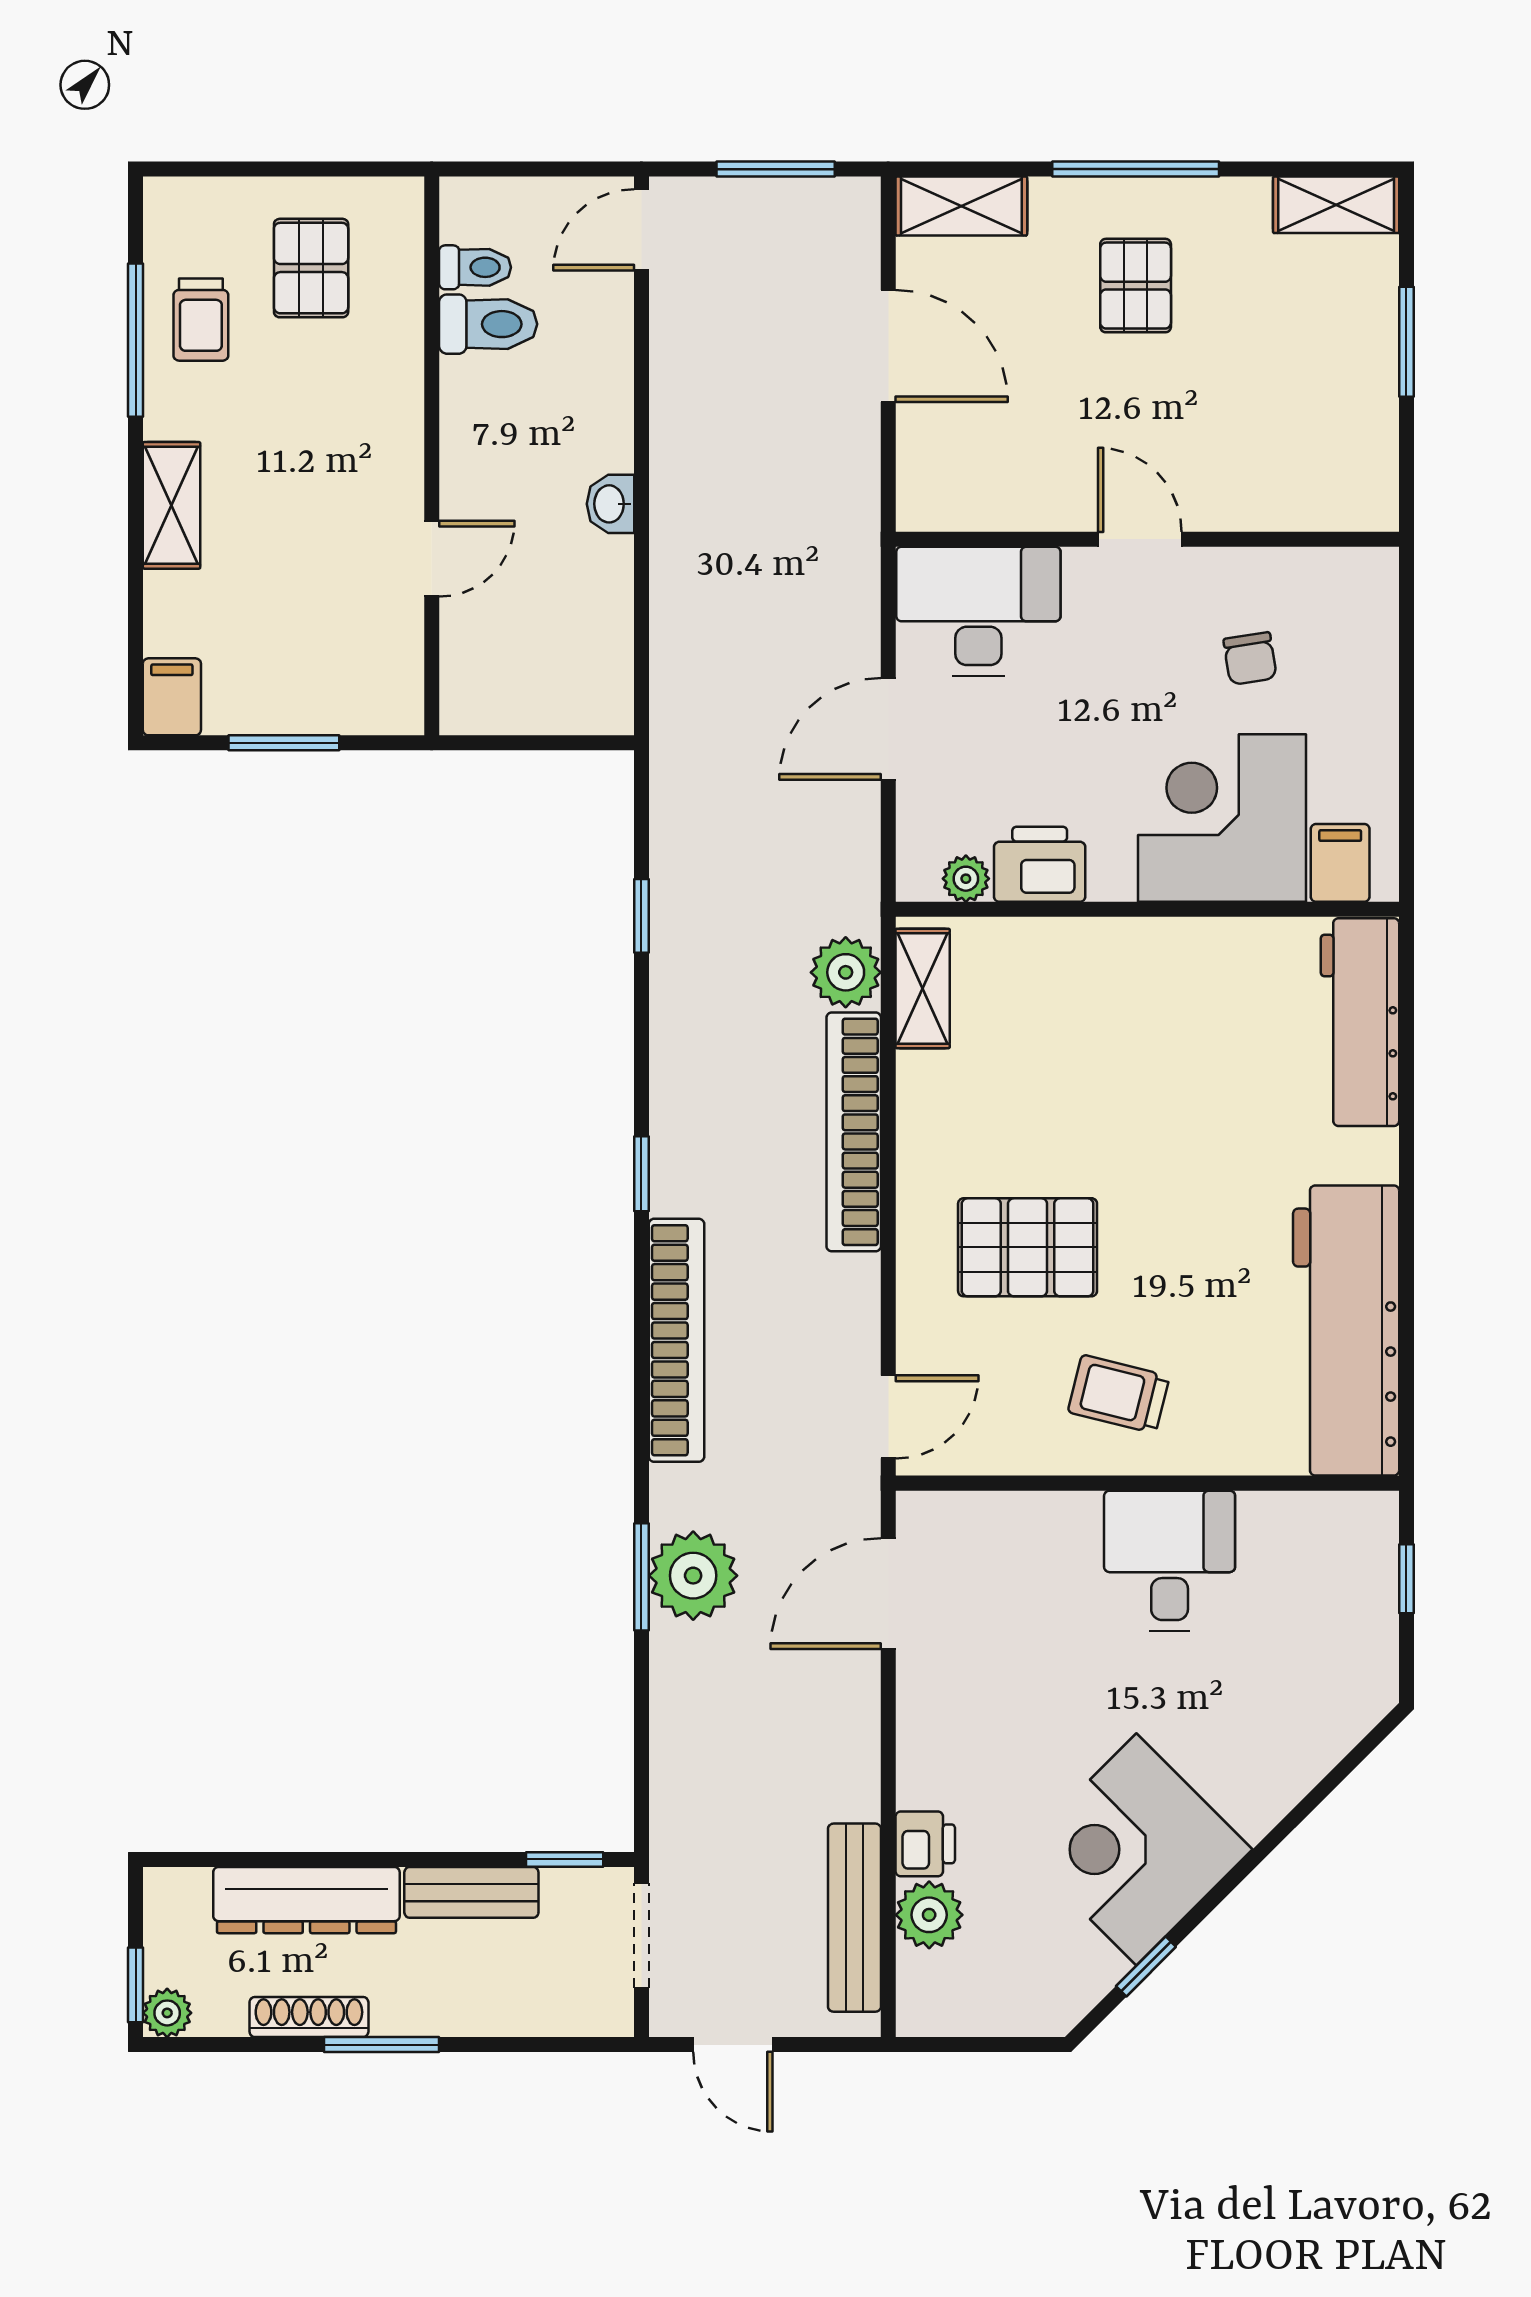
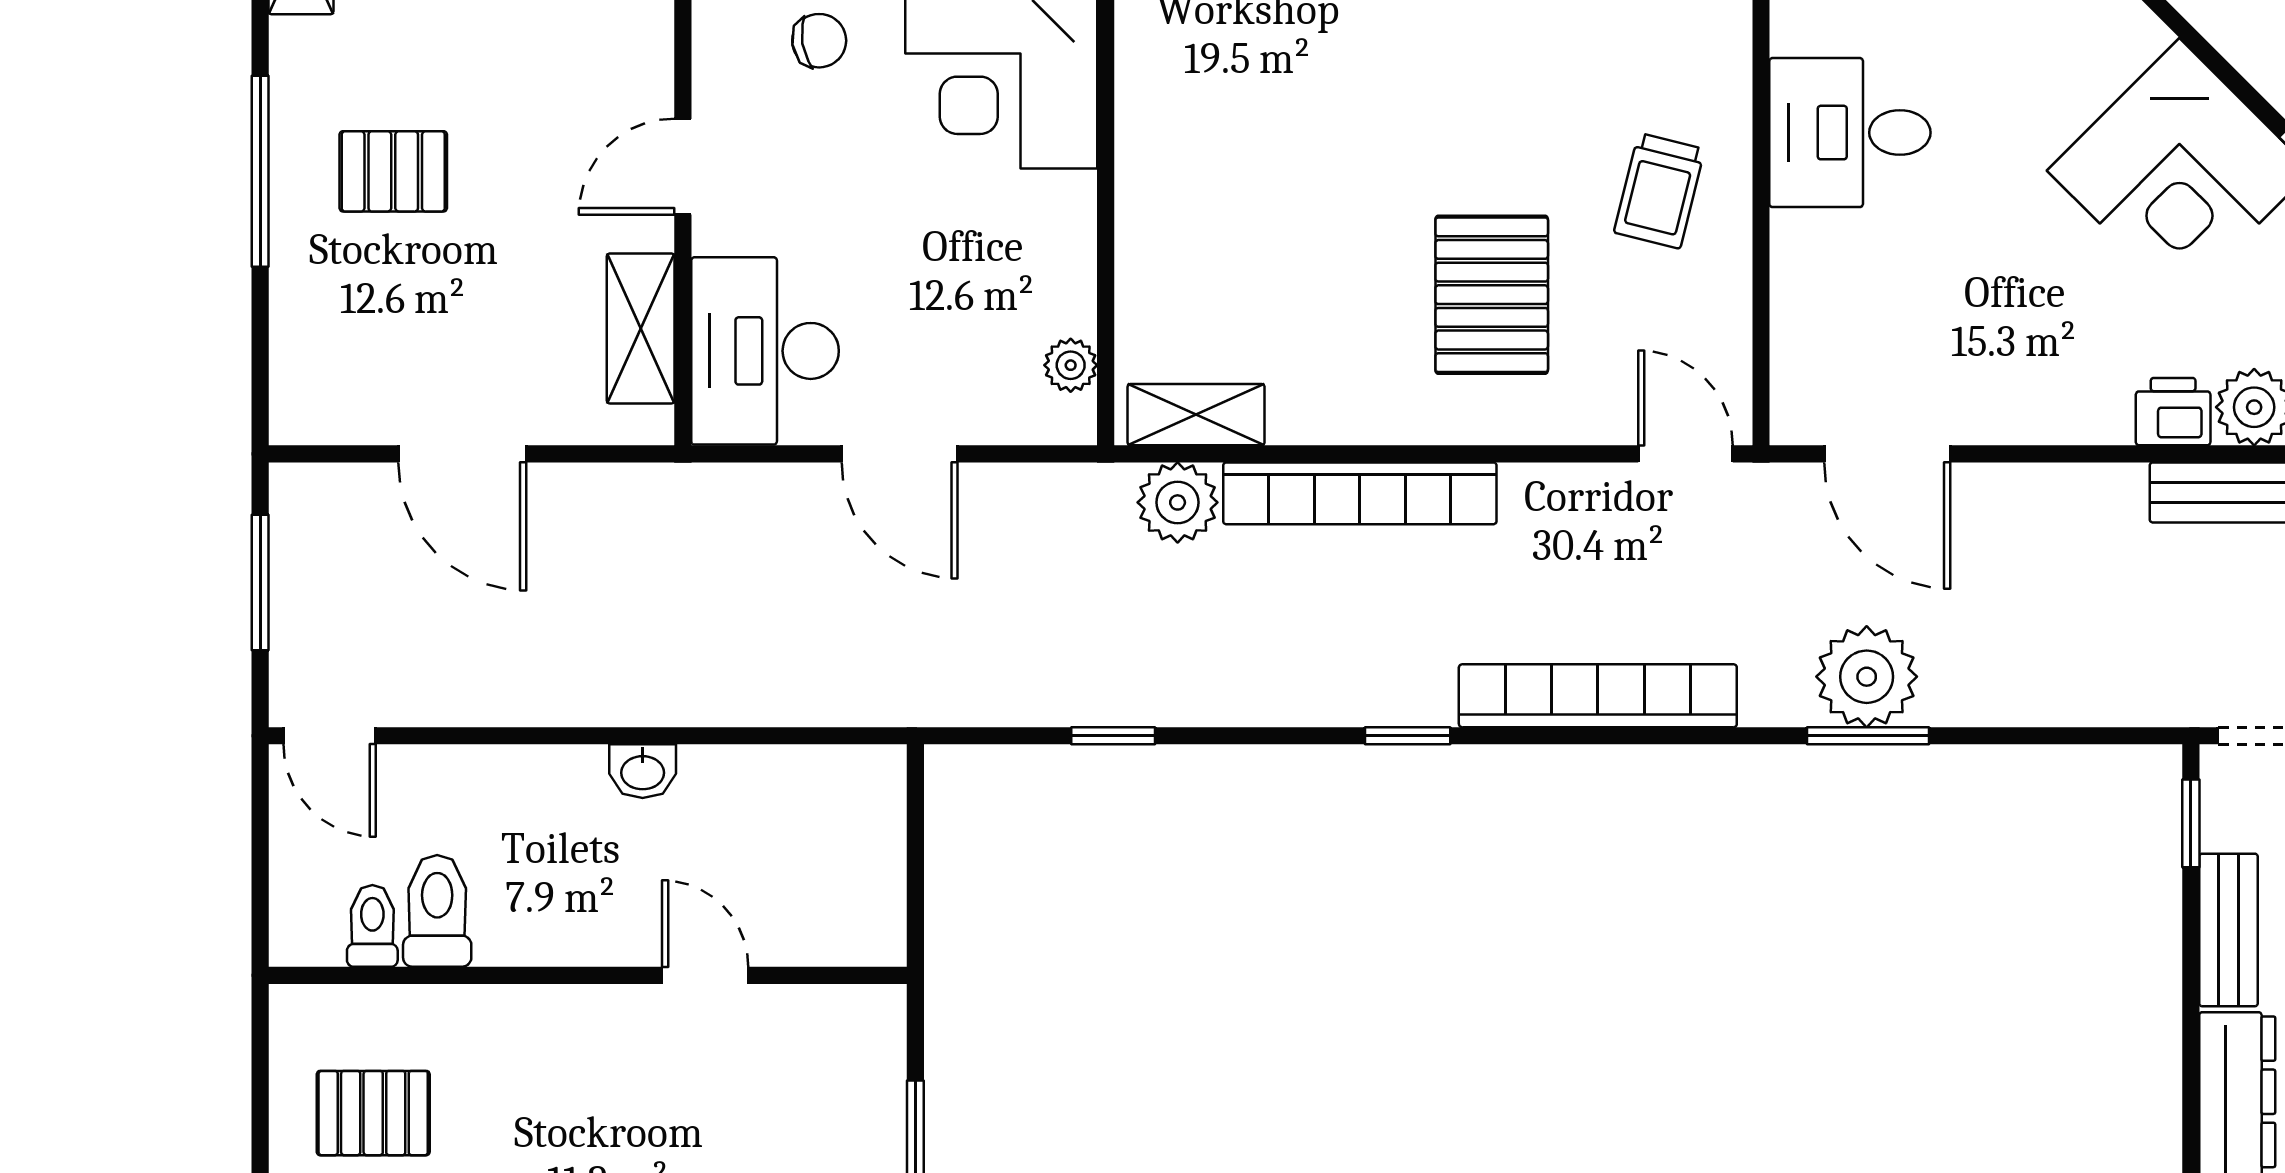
shelving: (961, 206) -> (641, 328), moved
door: (888, 346) -> (462, 454), swing flipped
printer: (1040, 864) -> (1054, 281), removed

